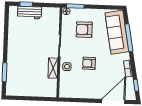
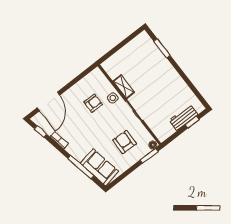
armchair: (84, 30) -> (125, 142), turned -88
sofa: (117, 32) -> (99, 167), width x0.73
armchair: (89, 63) -> (93, 103), moved

